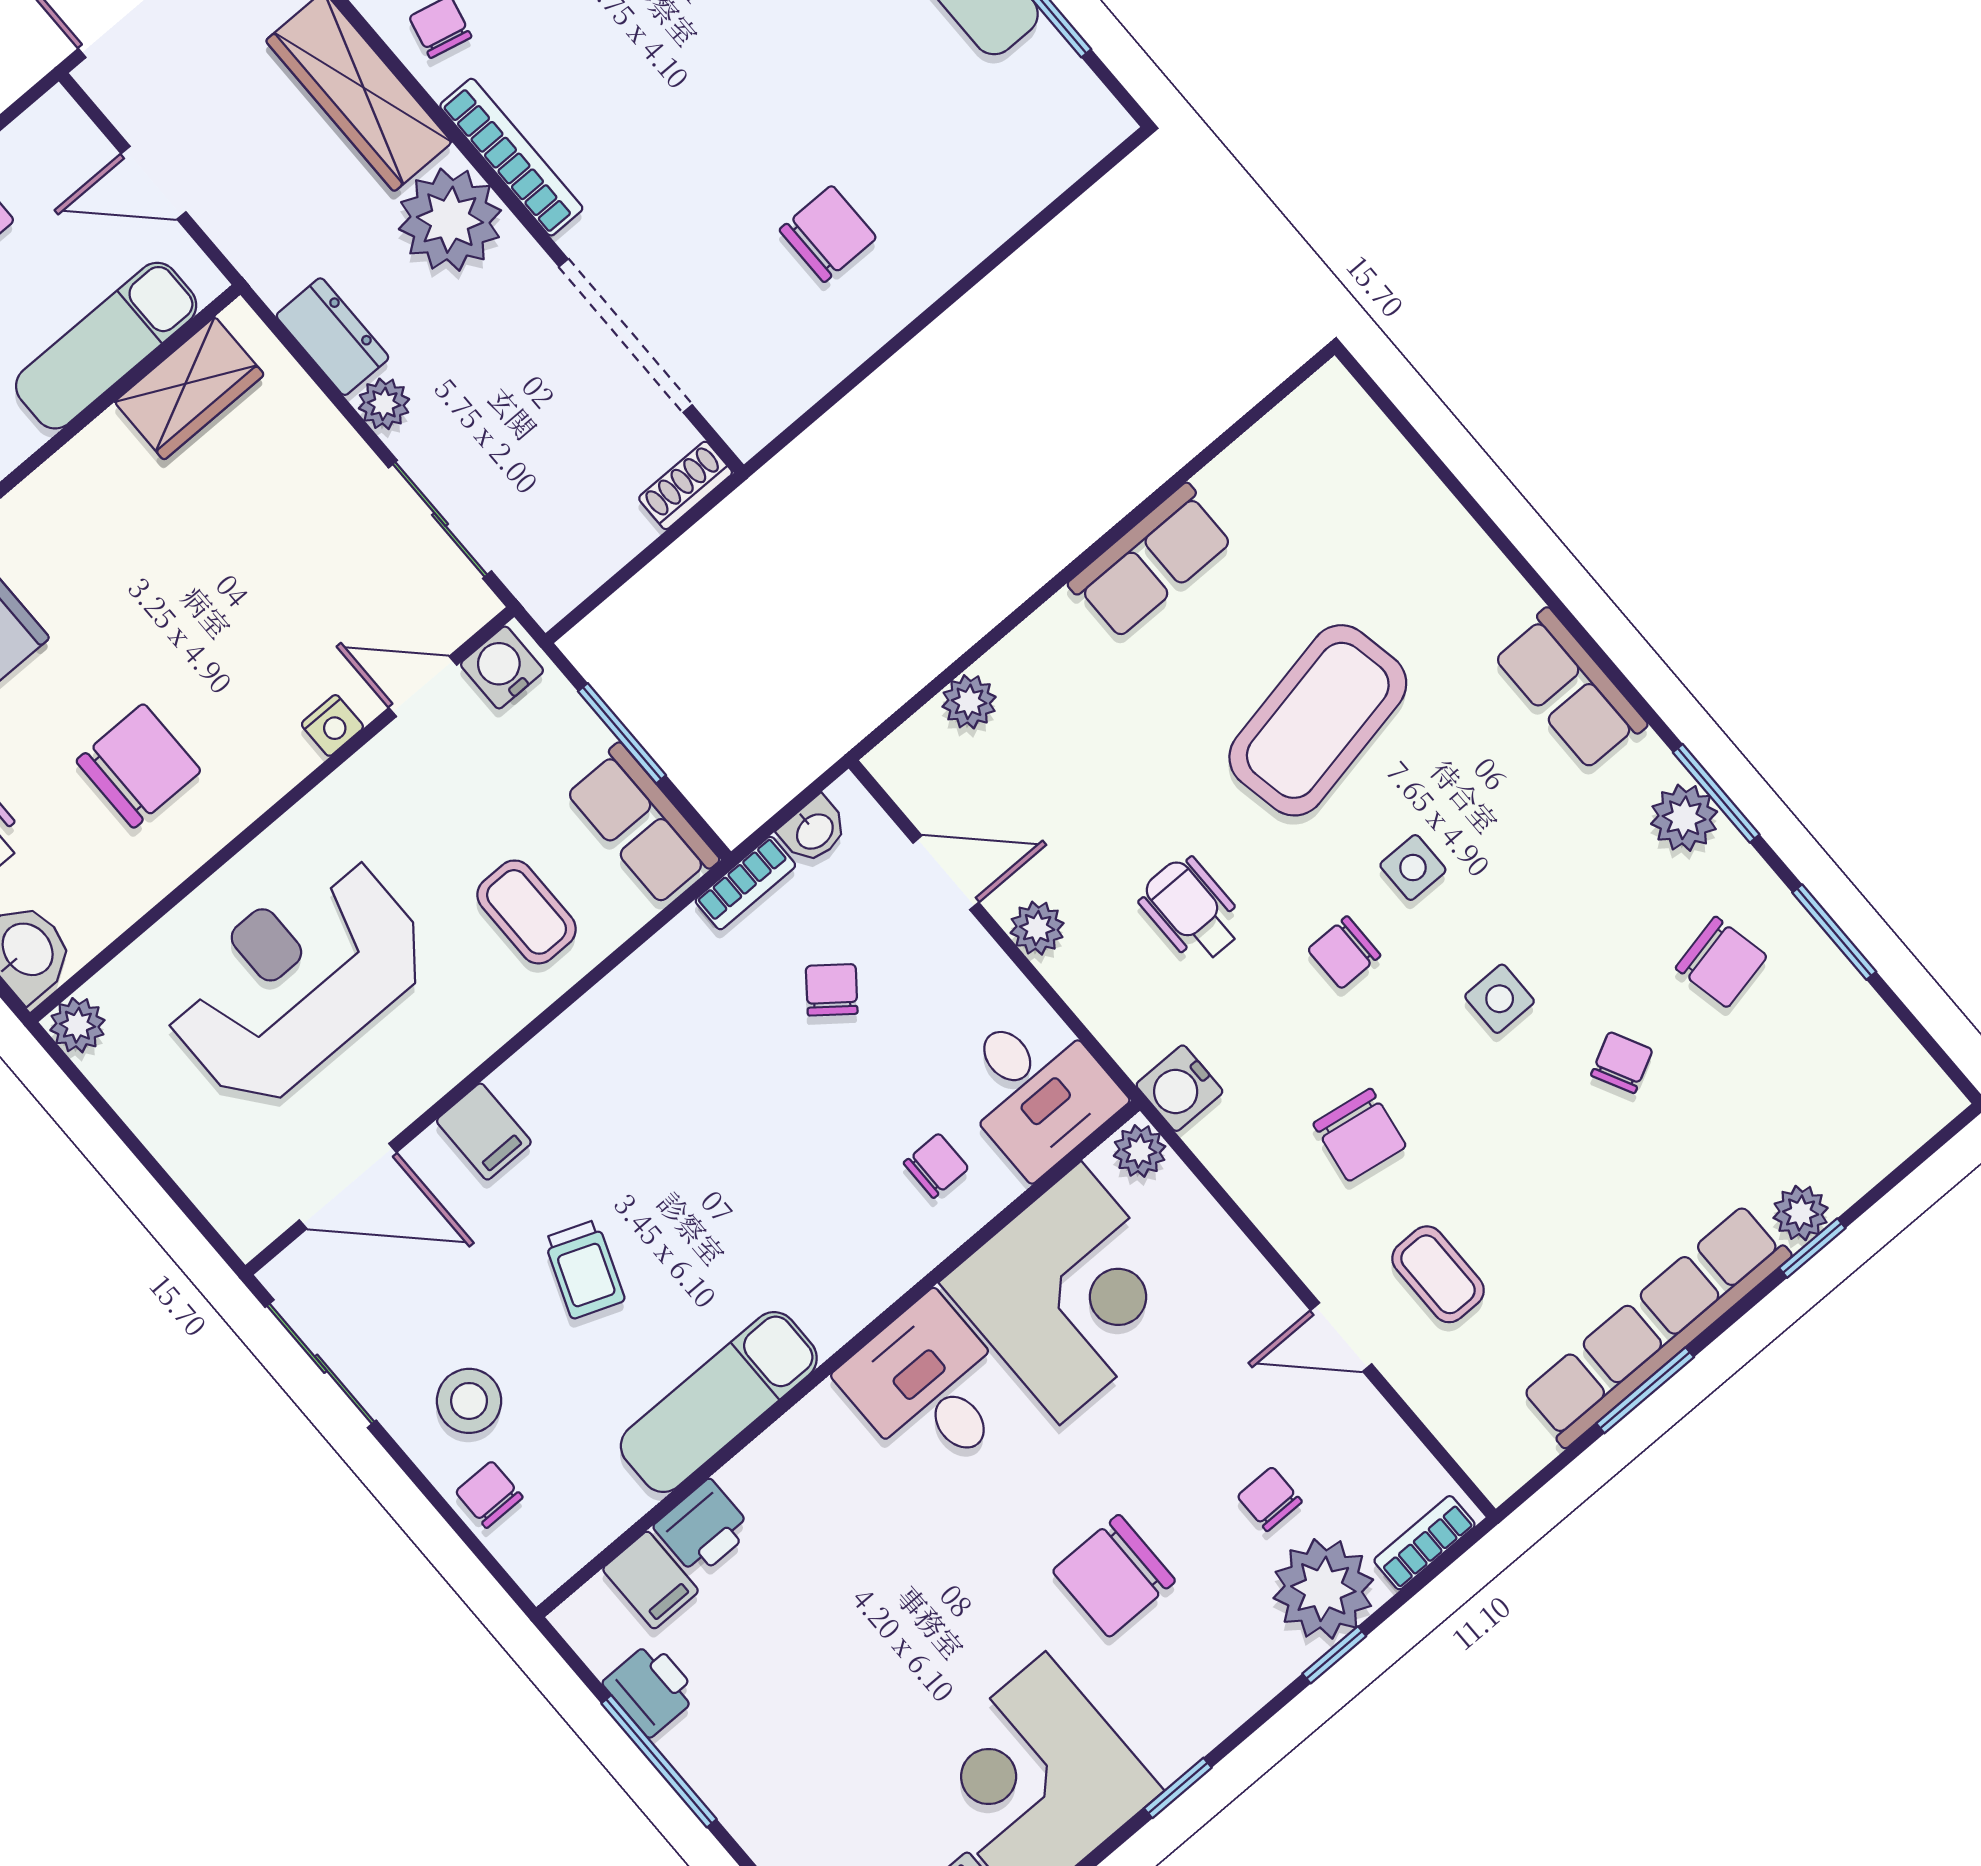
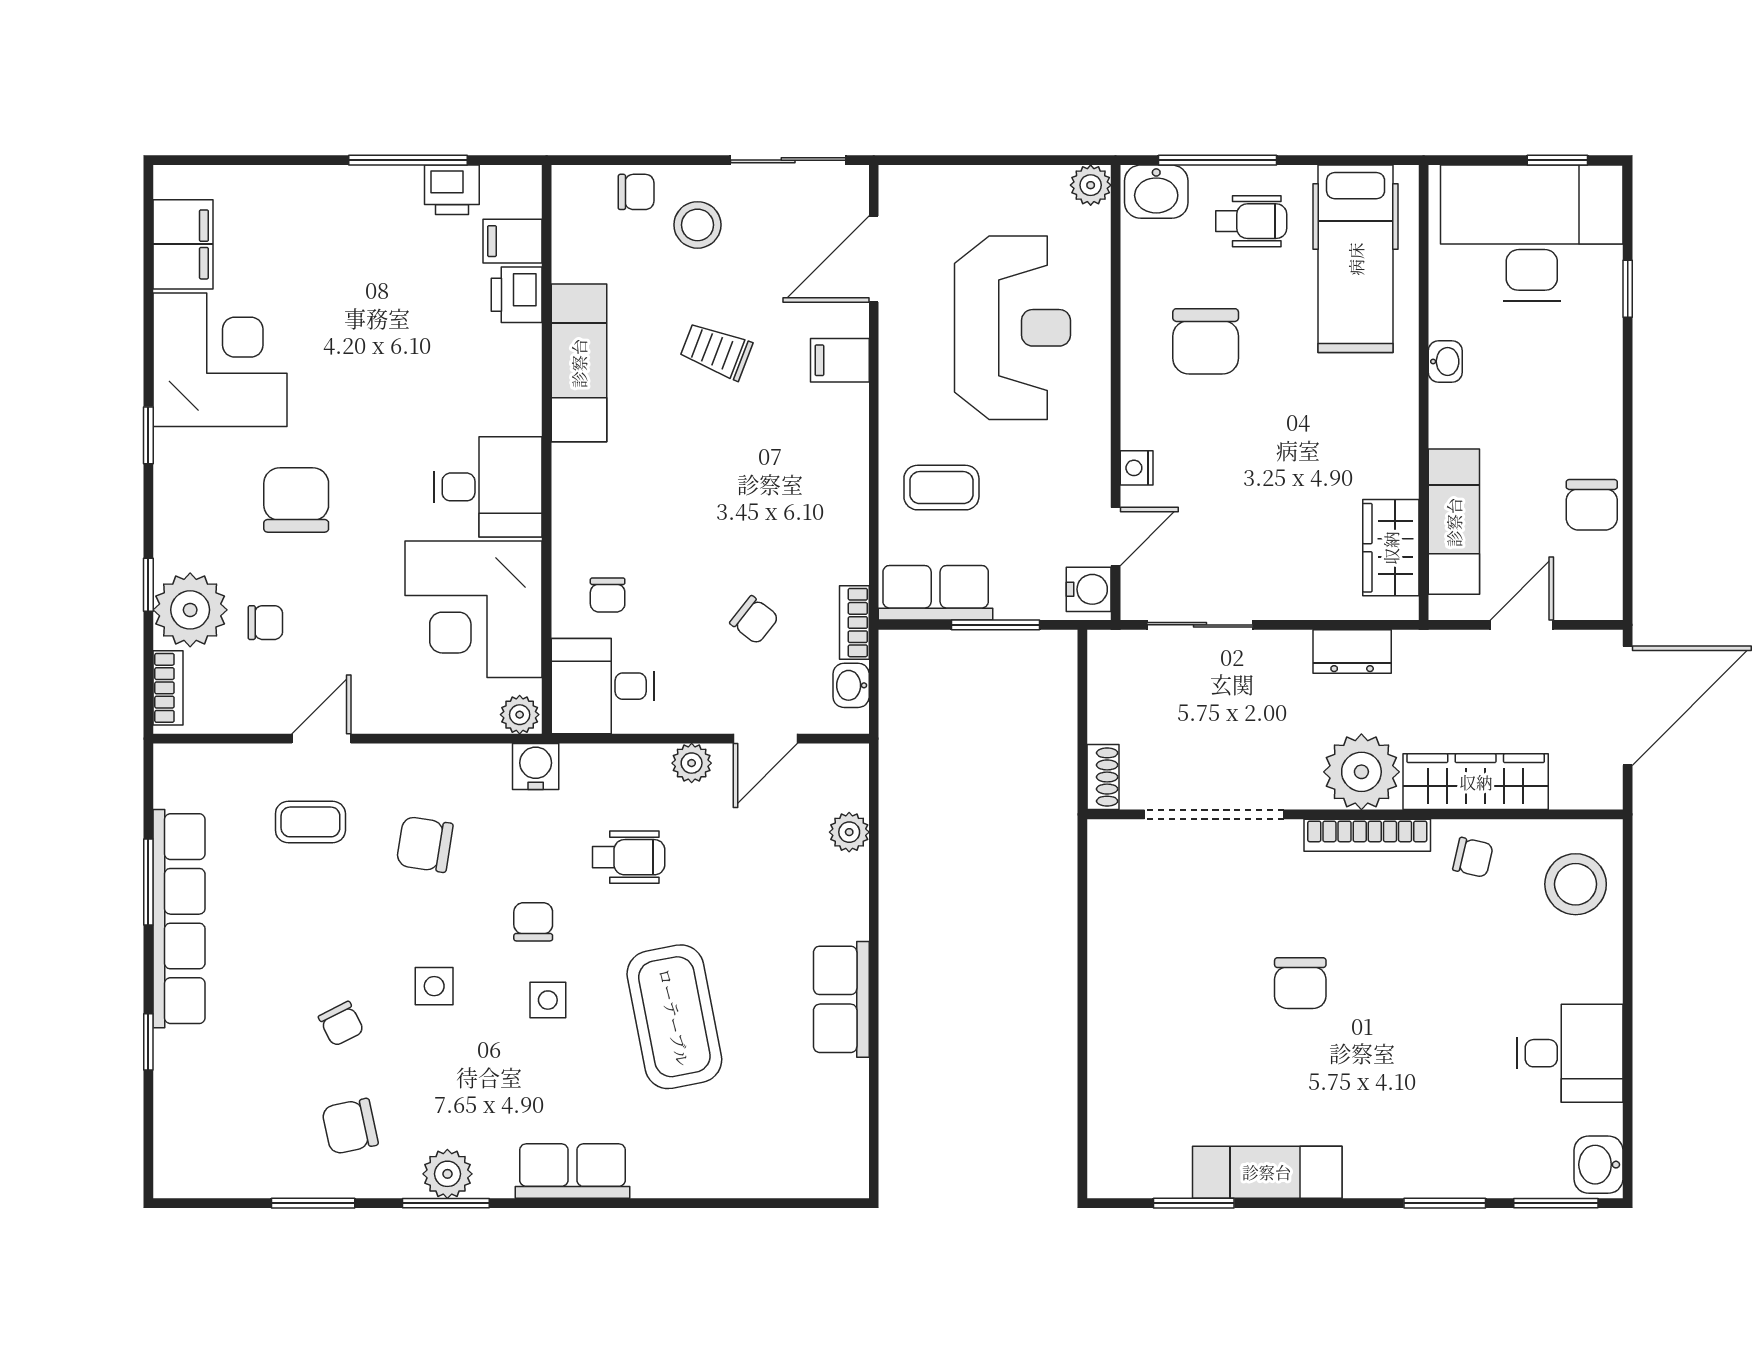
chair: (828, 234) -> (1300, 983), moved
plant: (384, 404) -> (1290, 648), removed
plant: (1801, 1213) -> (173, 1052), removed

